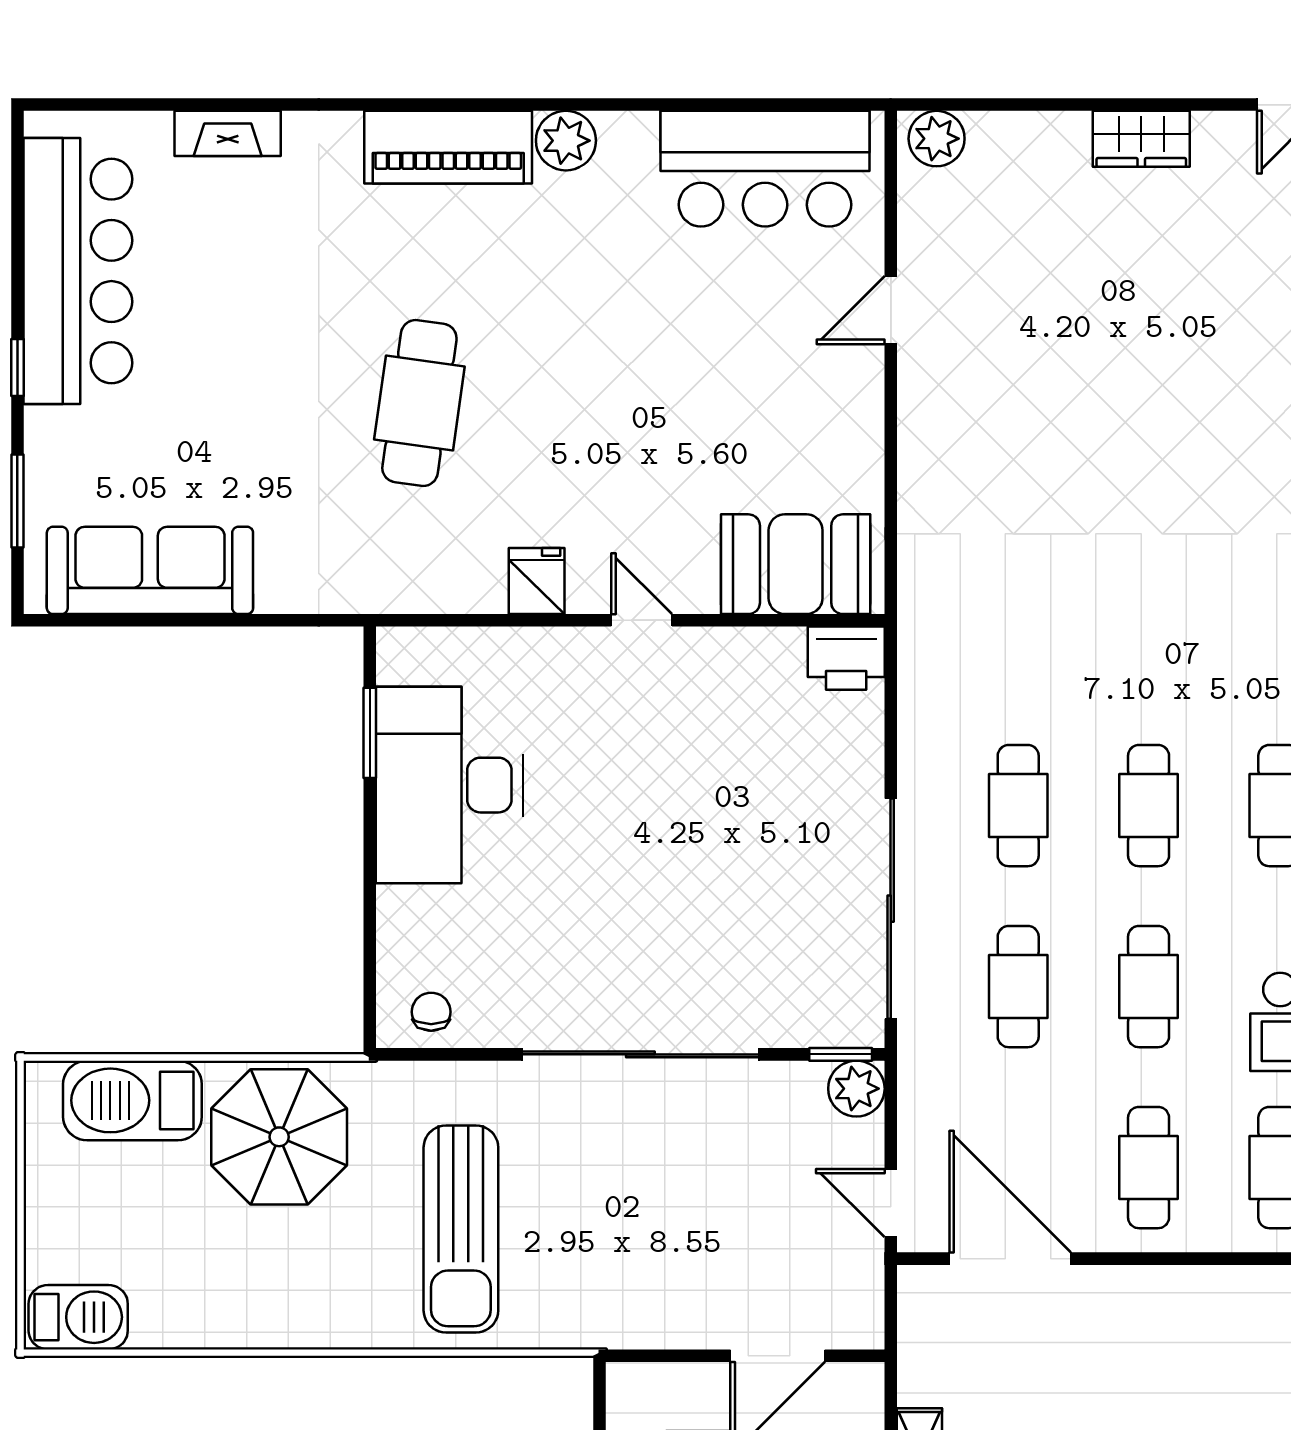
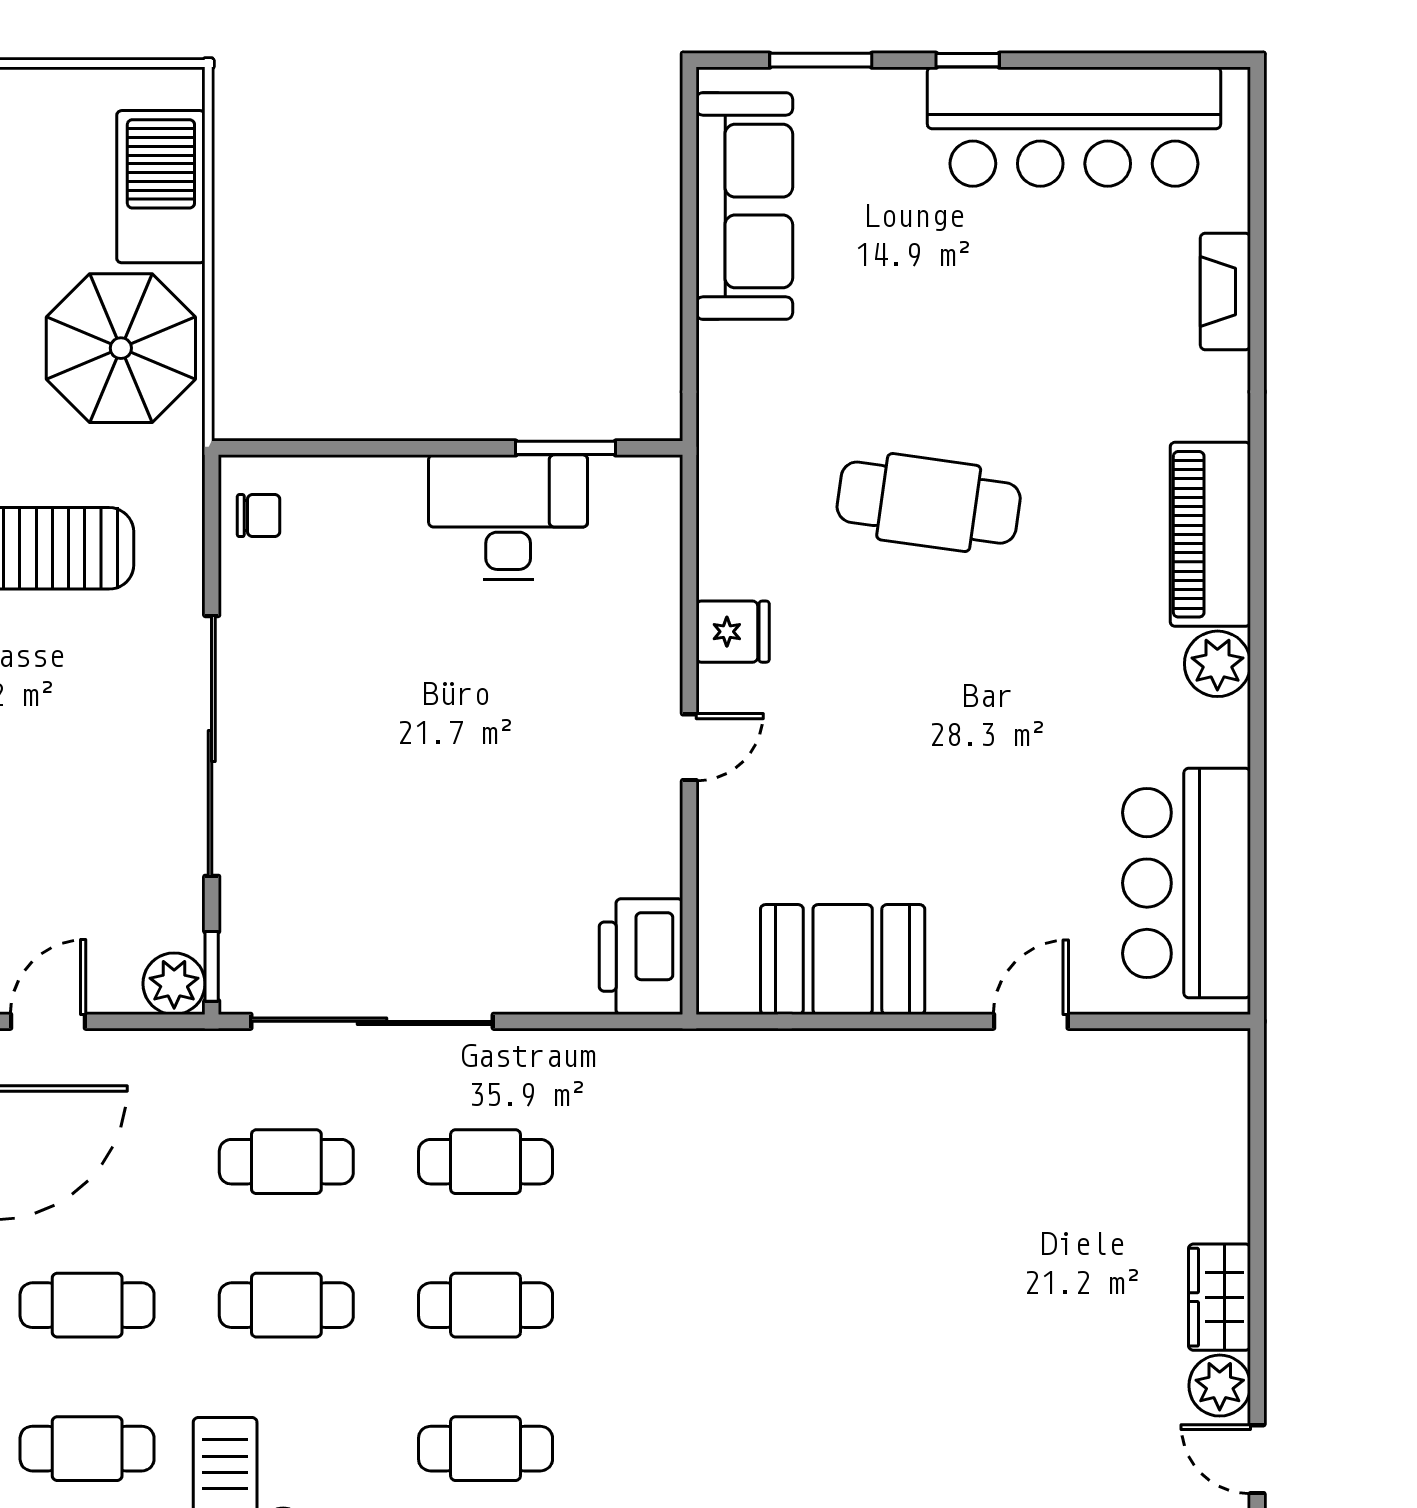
plant: (937, 139) -> (1220, 1386), moved
door: (891, 310) -> (1031, 1021), hinge flipped
booth: (796, 564) -> (843, 960), moved, turned 90
printer: (846, 658) -> (641, 957), width x1.37, depth x1.19
desk: (450, 785) -> (508, 517), width x0.73, depth x0.77

